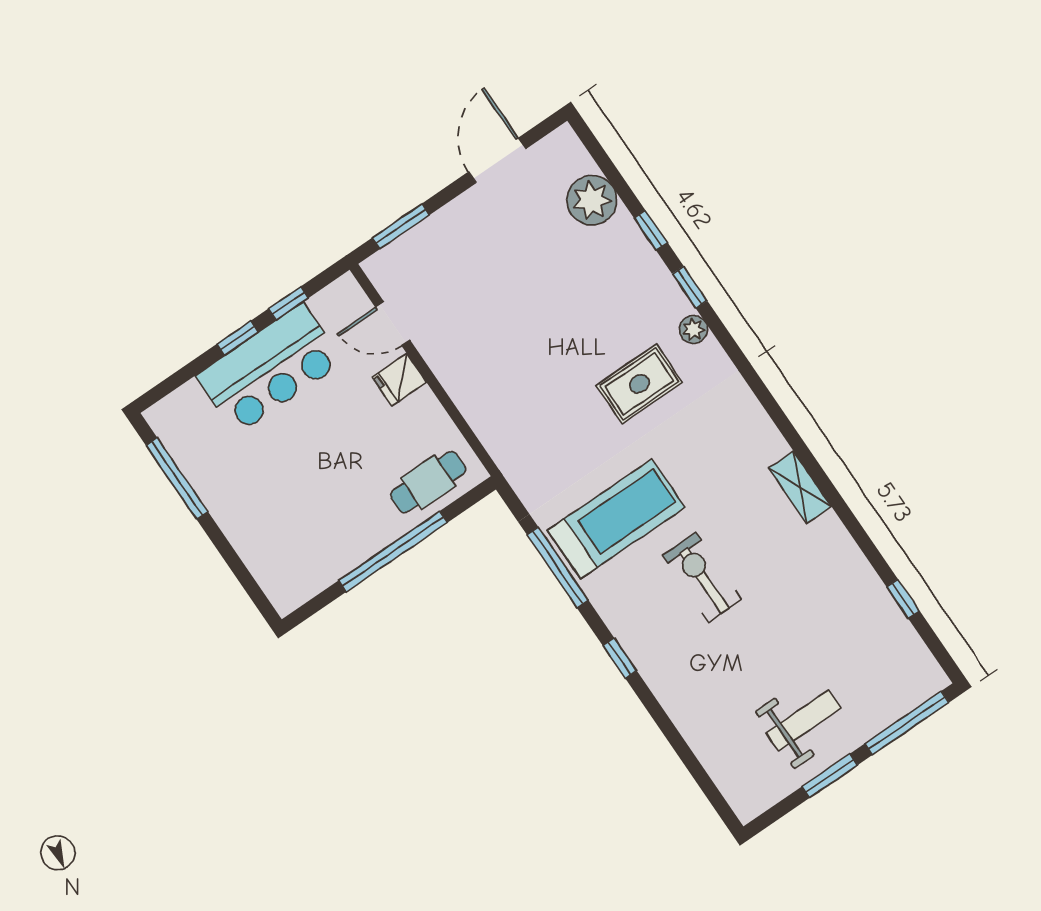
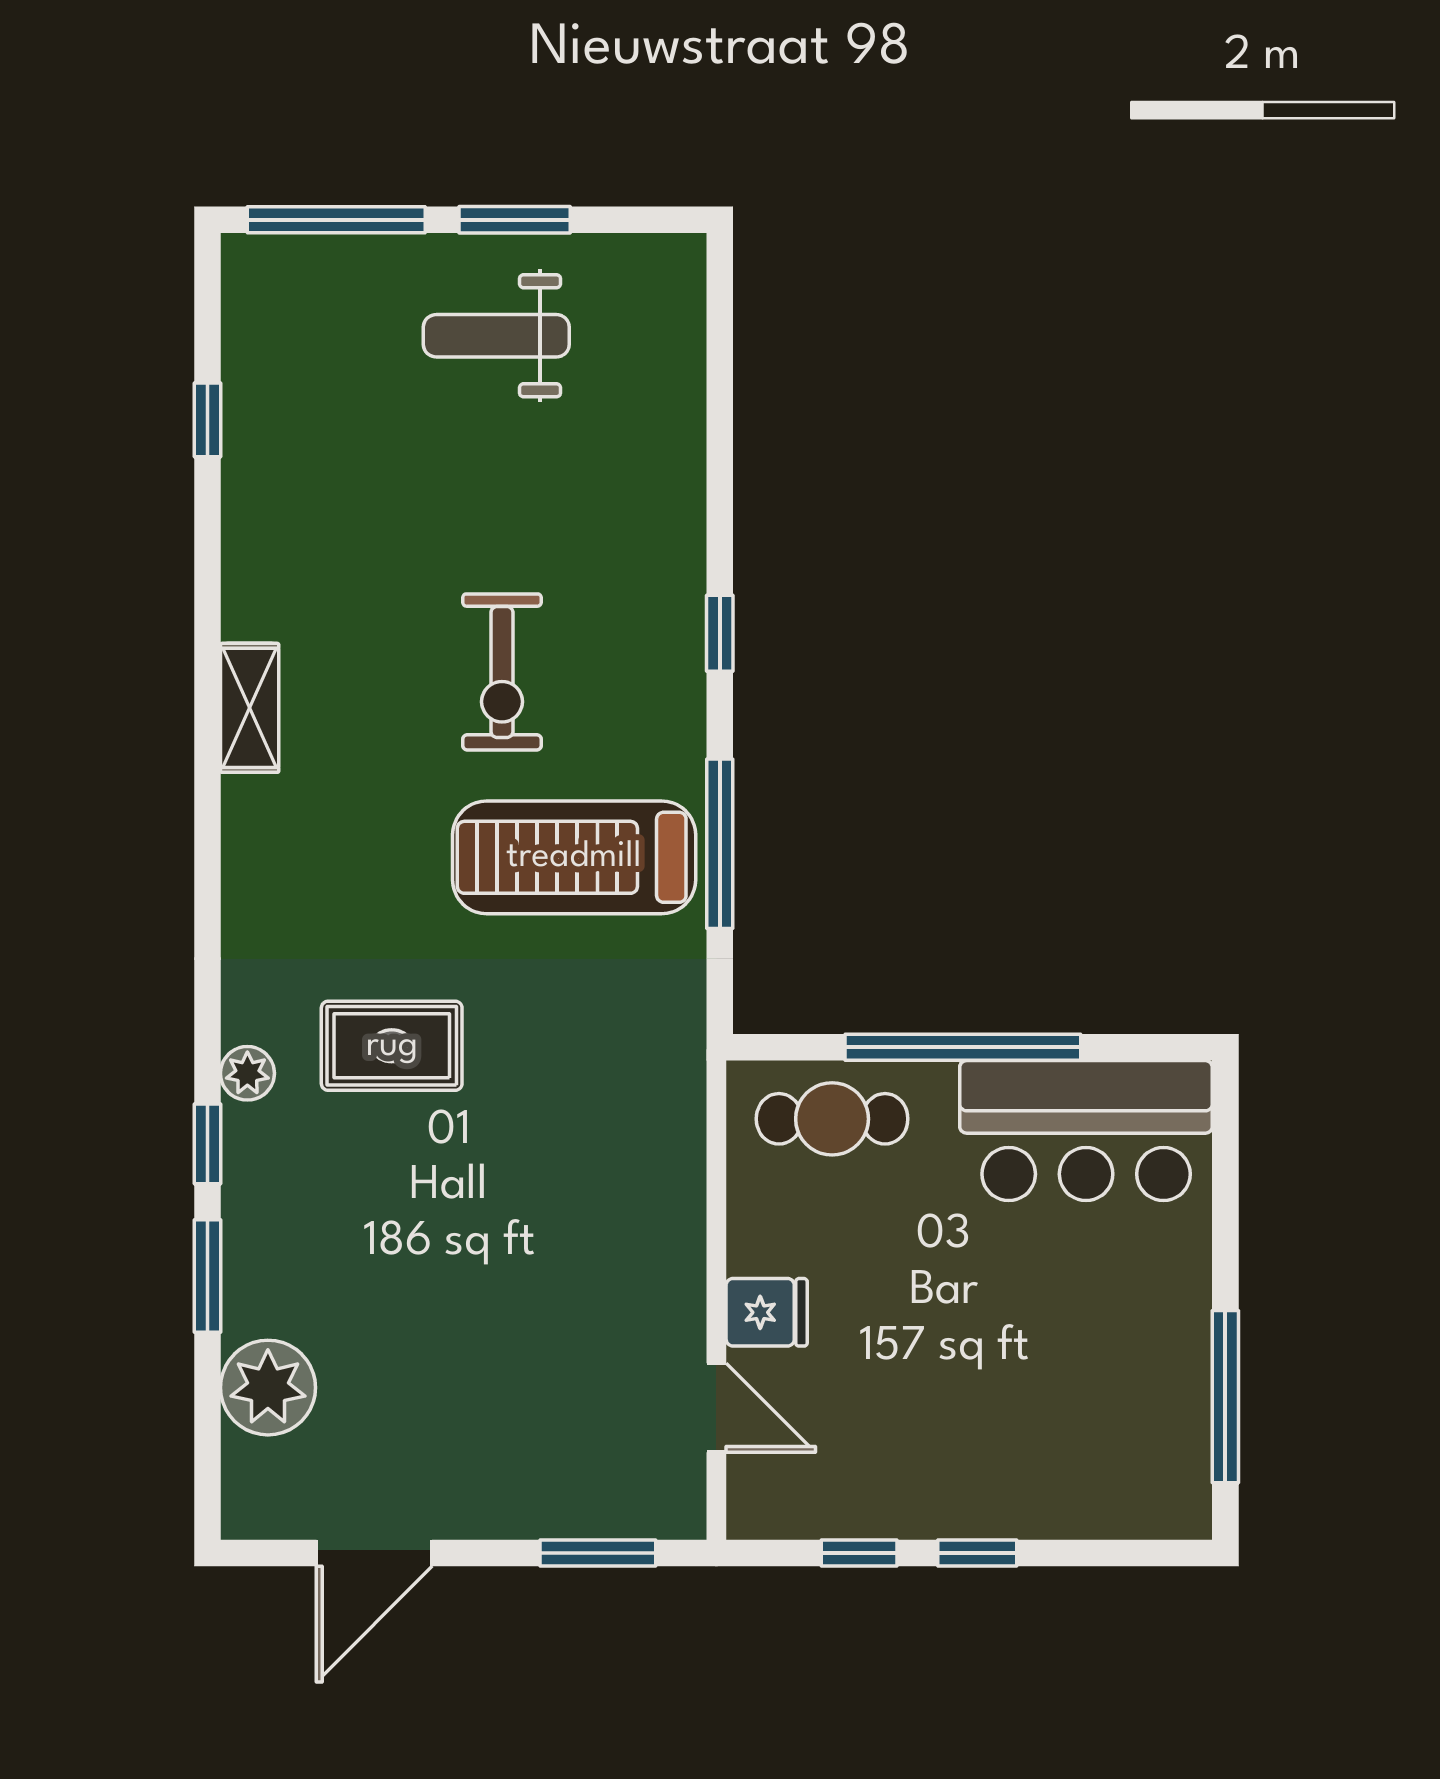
window: (651, 230) -> (207, 1276), width x1.50
bar counter: (270, 369) -> (1086, 1131), moved, turned 180

